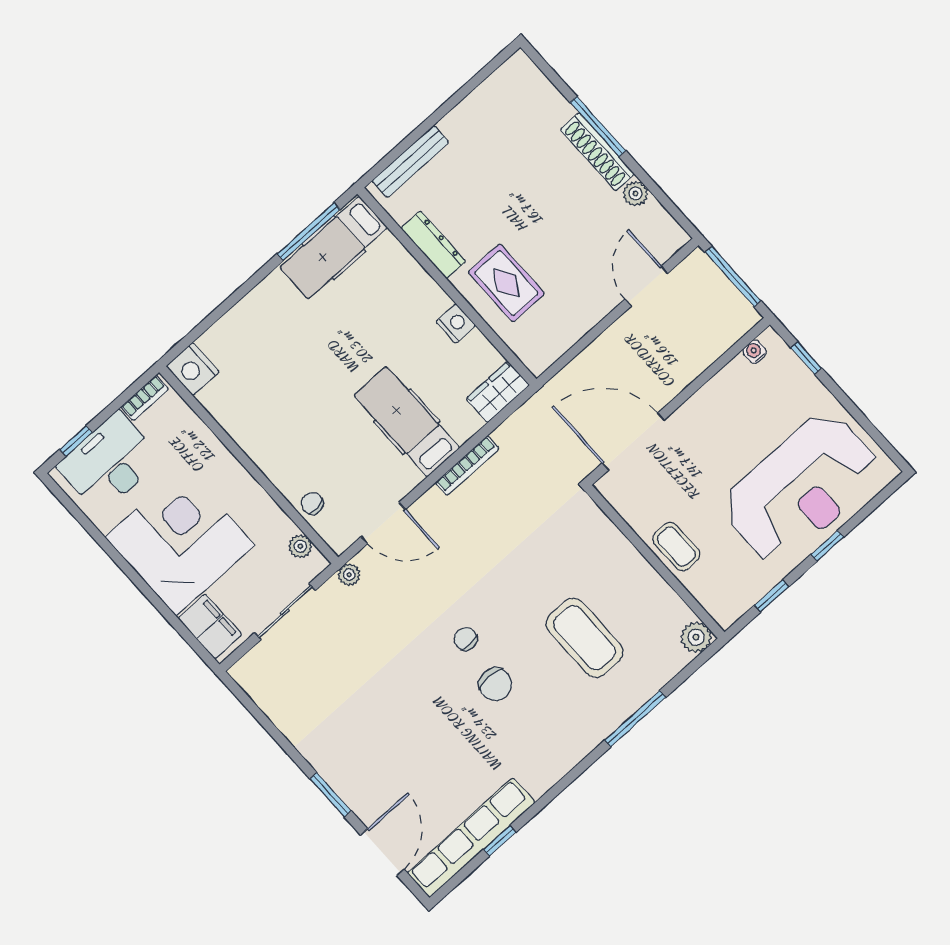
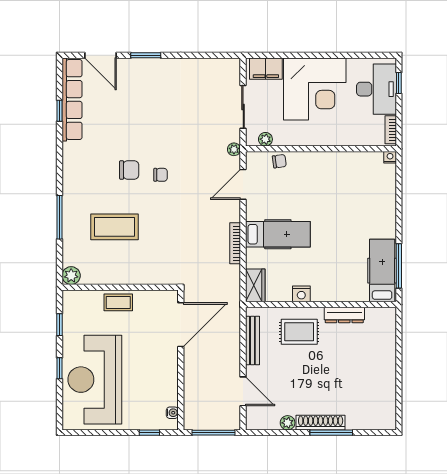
bench: (410, 162) -> (252, 341), moved
nightstand: (193, 369) -> (390, 157), width x0.53, depth x0.56
chair: (495, 684) -> (129, 170), turned 180

